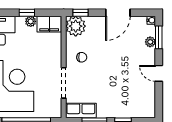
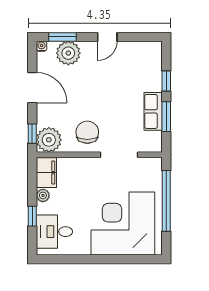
window: (27, 13) -> (32, 216), moved
plant: (150, 42) -> (68, 53), width x1.88, depth x1.88
chair: (82, 57) -> (87, 132), width x1.87, depth x1.87
row of seats: (81, 111) -> (153, 111), moved

